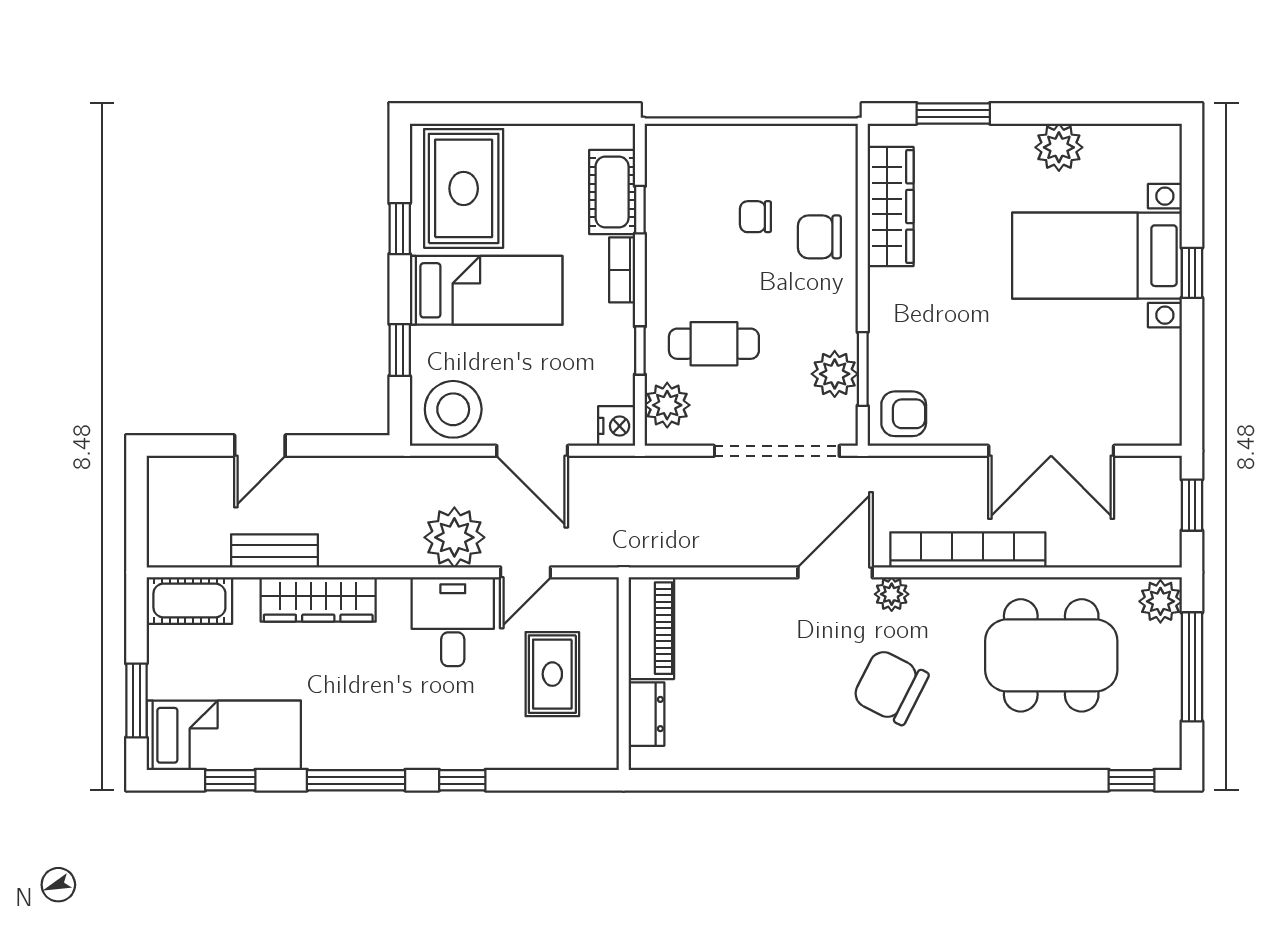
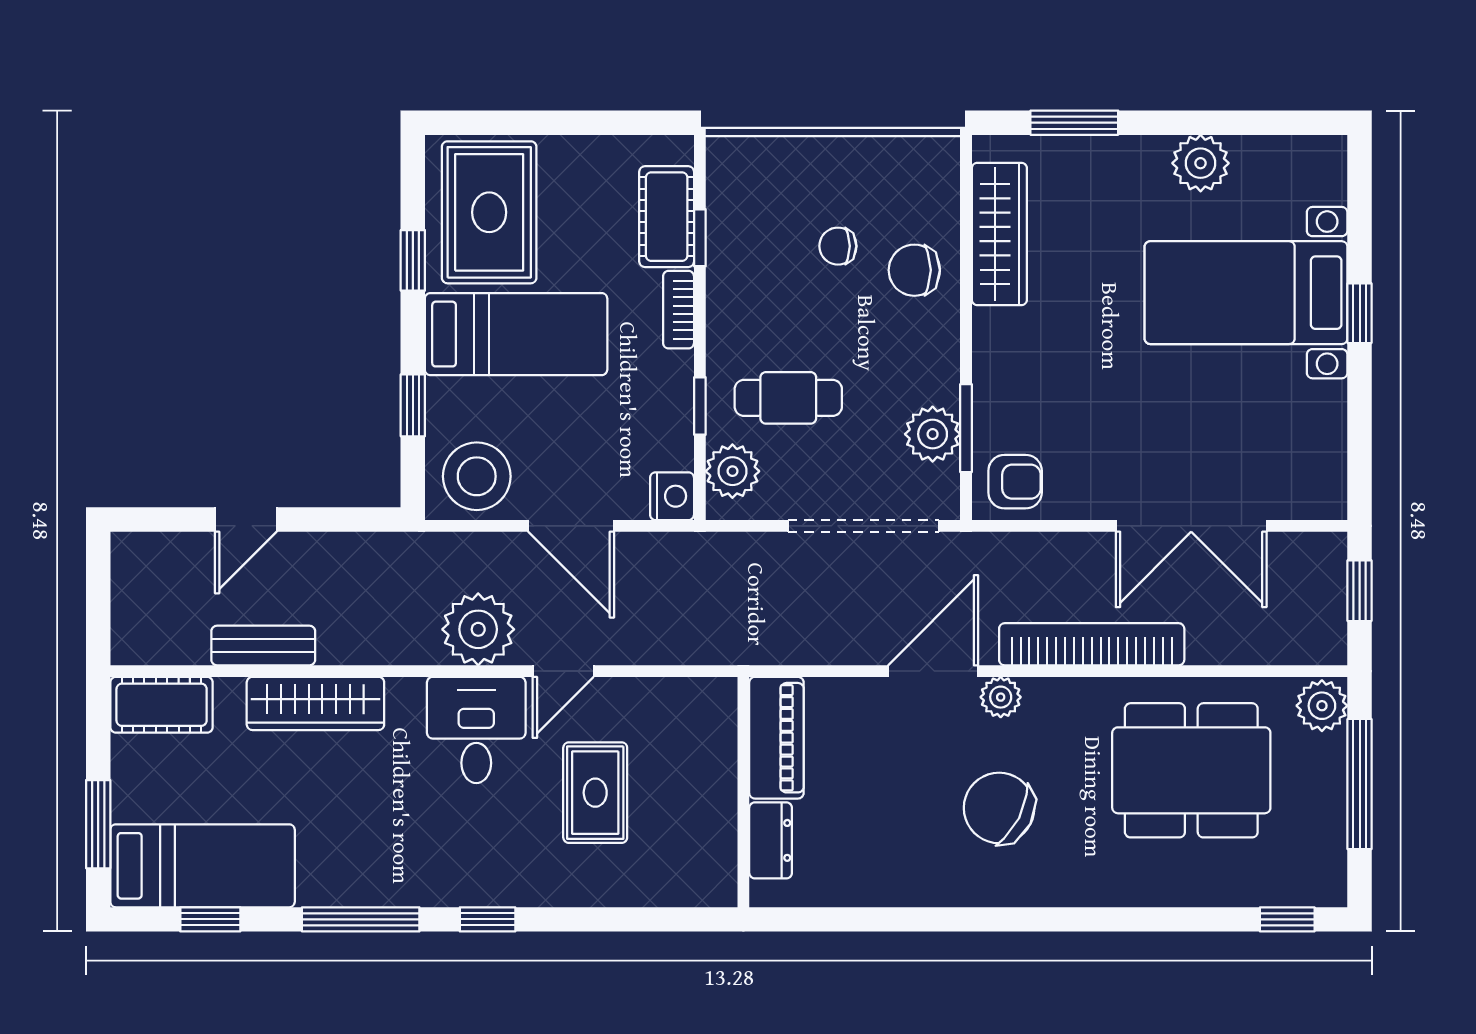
piano: (651, 628) -> (776, 738), moved
wall: (624, 674) -> (743, 792), moved
dresser: (646, 714) -> (771, 840), moved

